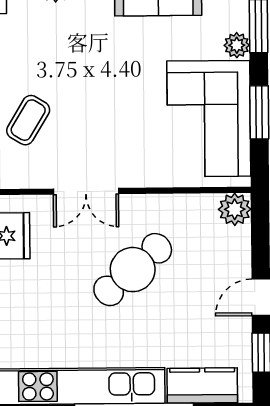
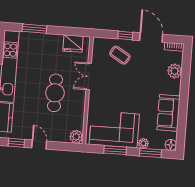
cafe table: (133, 270) -> (55, 93), turned 41

